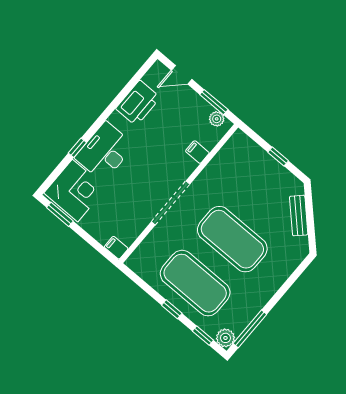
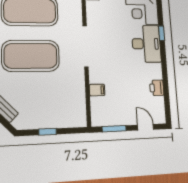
door: (182, 75) -> (146, 127), hinge flipped
printer: (138, 103) -> (157, 88), width x0.53, depth x0.68
plant: (217, 119) -> (104, 120), removed

